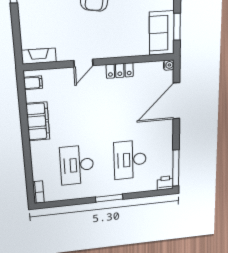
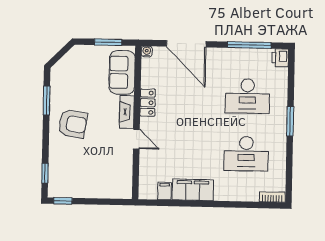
sofa: (162, 33) -> (122, 72), moved, turned 90
fireplace: (39, 56) -> (127, 112), moved
filing cabinet: (33, 83) -> (164, 191), moved
window: (176, 168) -> (249, 45), moved

